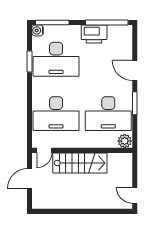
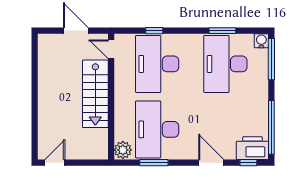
printer: (94, 34) -> (252, 148), moved, turned 90
window: (135, 41) -> (248, 163), added
door: (135, 70) -> (211, 163), hinge flipped
window: (135, 103) -> (154, 163), moved
window: (30, 116) -> (154, 31), added

